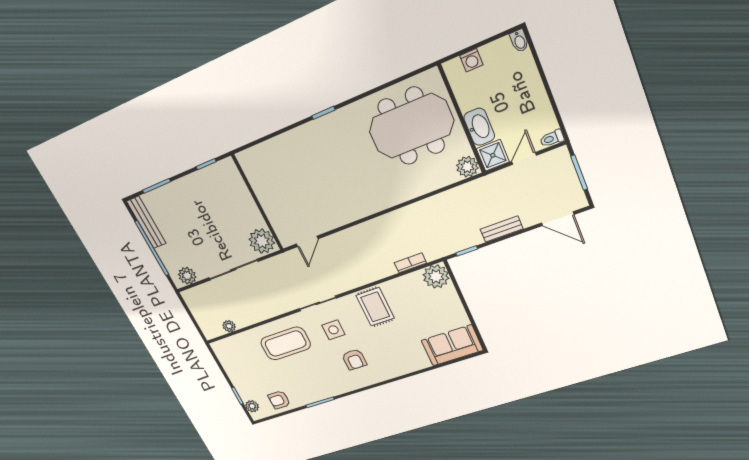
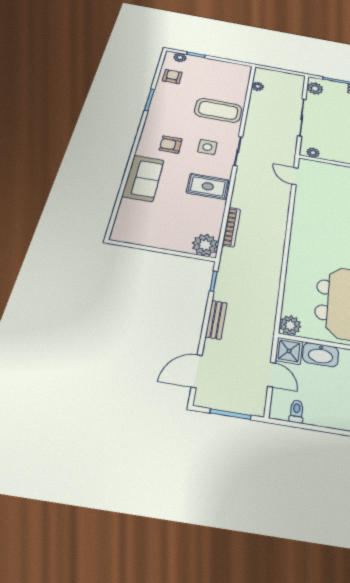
toilet: (552, 138) -> (297, 411), moved
plant: (262, 241) -> (313, 153), width x0.53, depth x0.53
bookcase: (410, 263) -> (232, 227), width x1.56
coffee table: (286, 344) -> (218, 110), turned 90
sofa: (452, 345) -> (143, 178), moved

